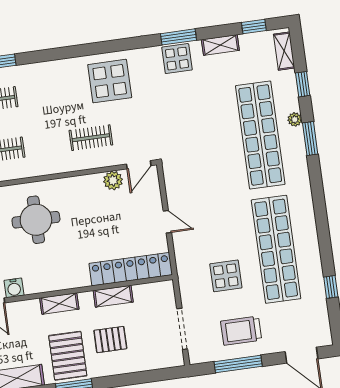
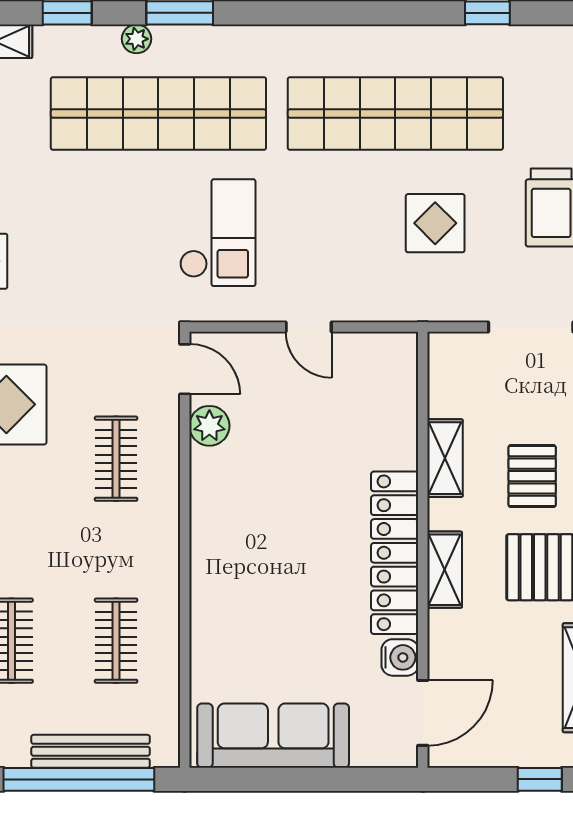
checkout: (207, 172) -> (218, 233), added
round table: (36, 220) -> (268, 594), removed
door: (167, 222) -> (309, 327), swing flipped
locker: (131, 269) -> (395, 553), moved

